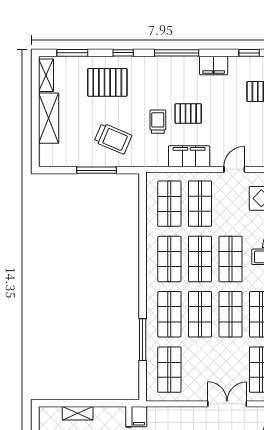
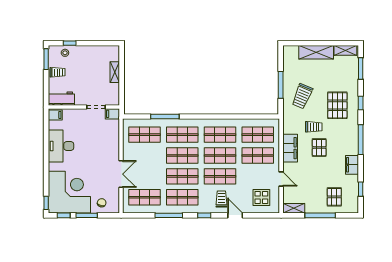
pallet: (107, 82) -> (337, 105), moved

